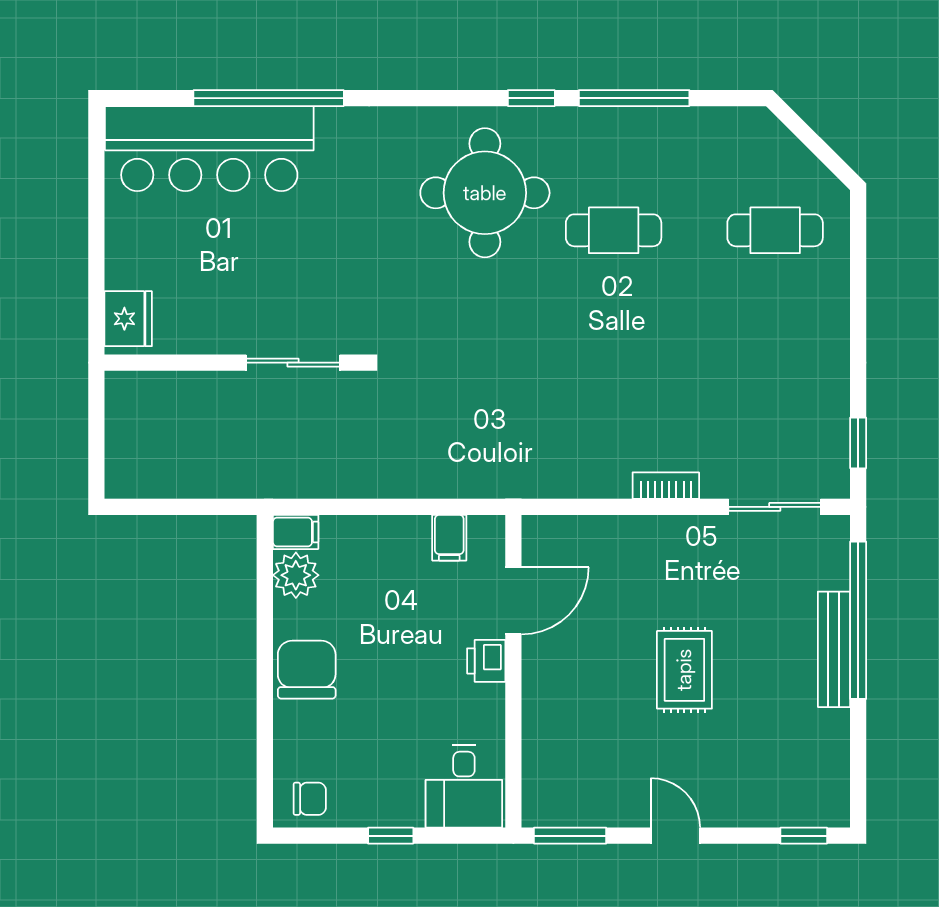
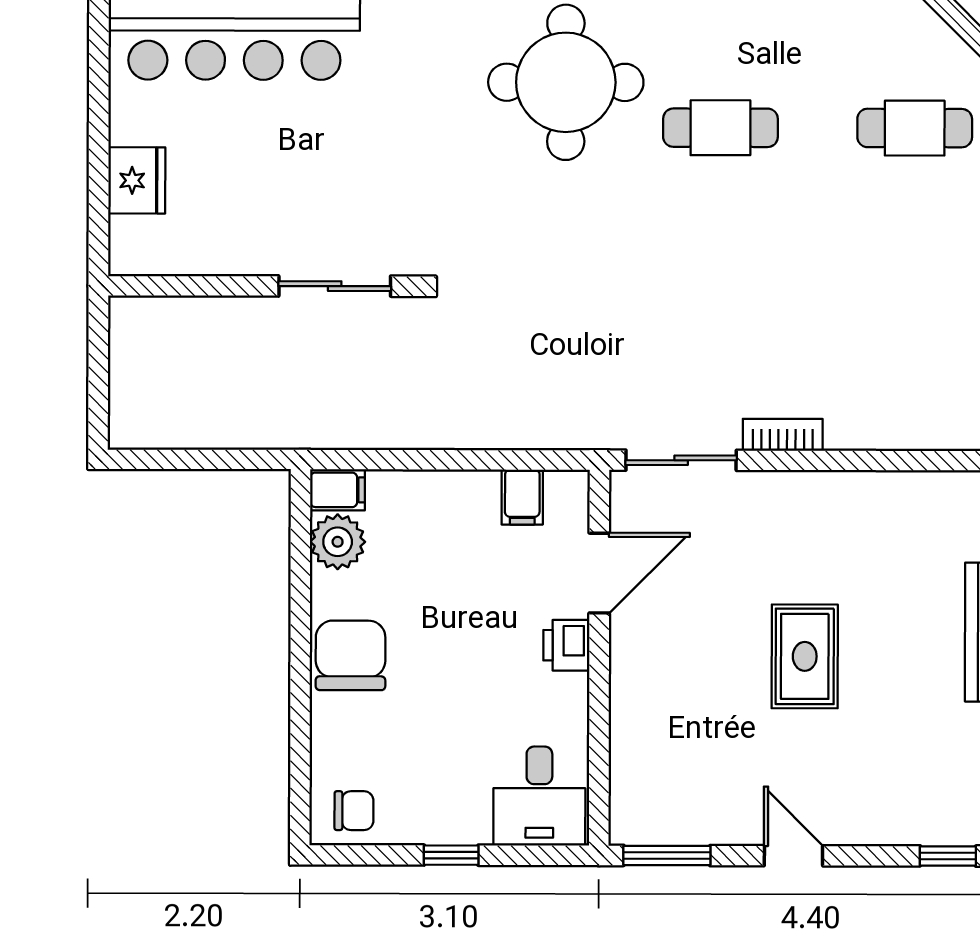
fridge: (128, 319) -> (137, 180), moved
sliding door: (775, 507) -> (681, 460), moved

